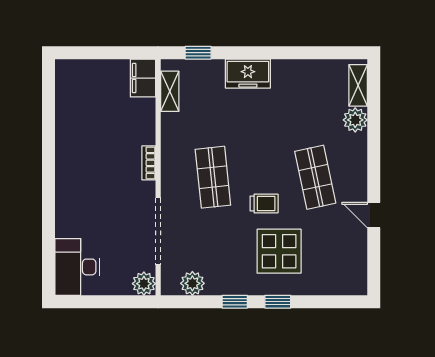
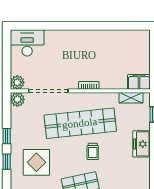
shop shelf: (213, 177) -> (80, 123), width x2.00, depth x1.36
trolley: (264, 204) -> (93, 151), moved
plant: (192, 283) -> (17, 99), moved

